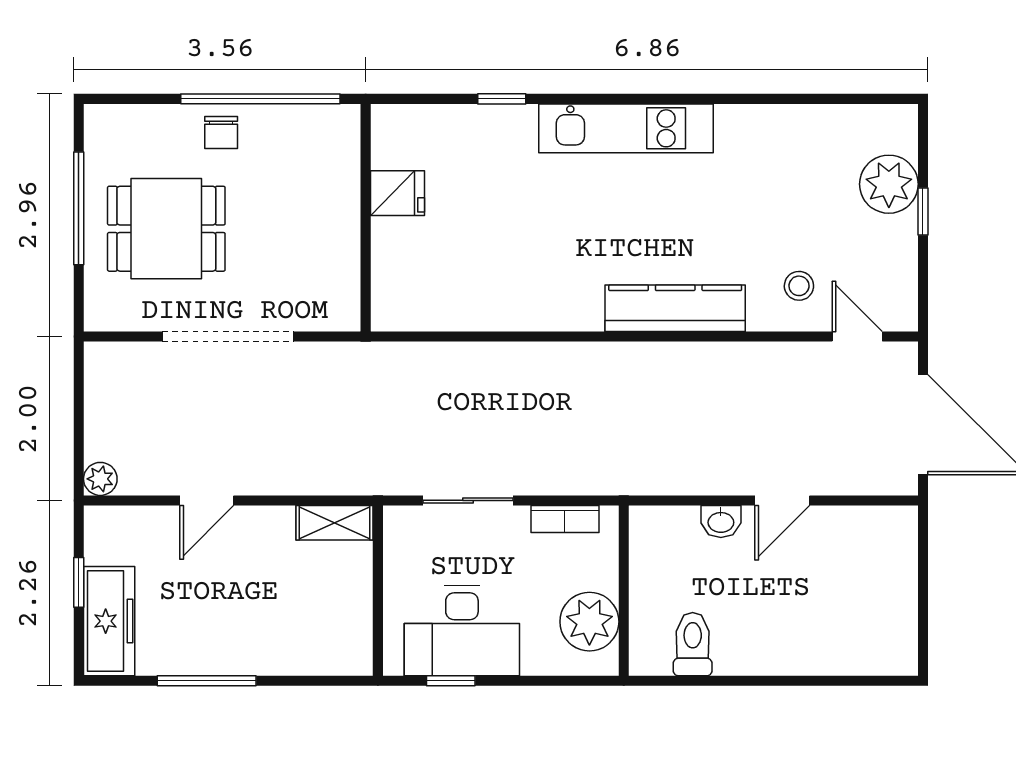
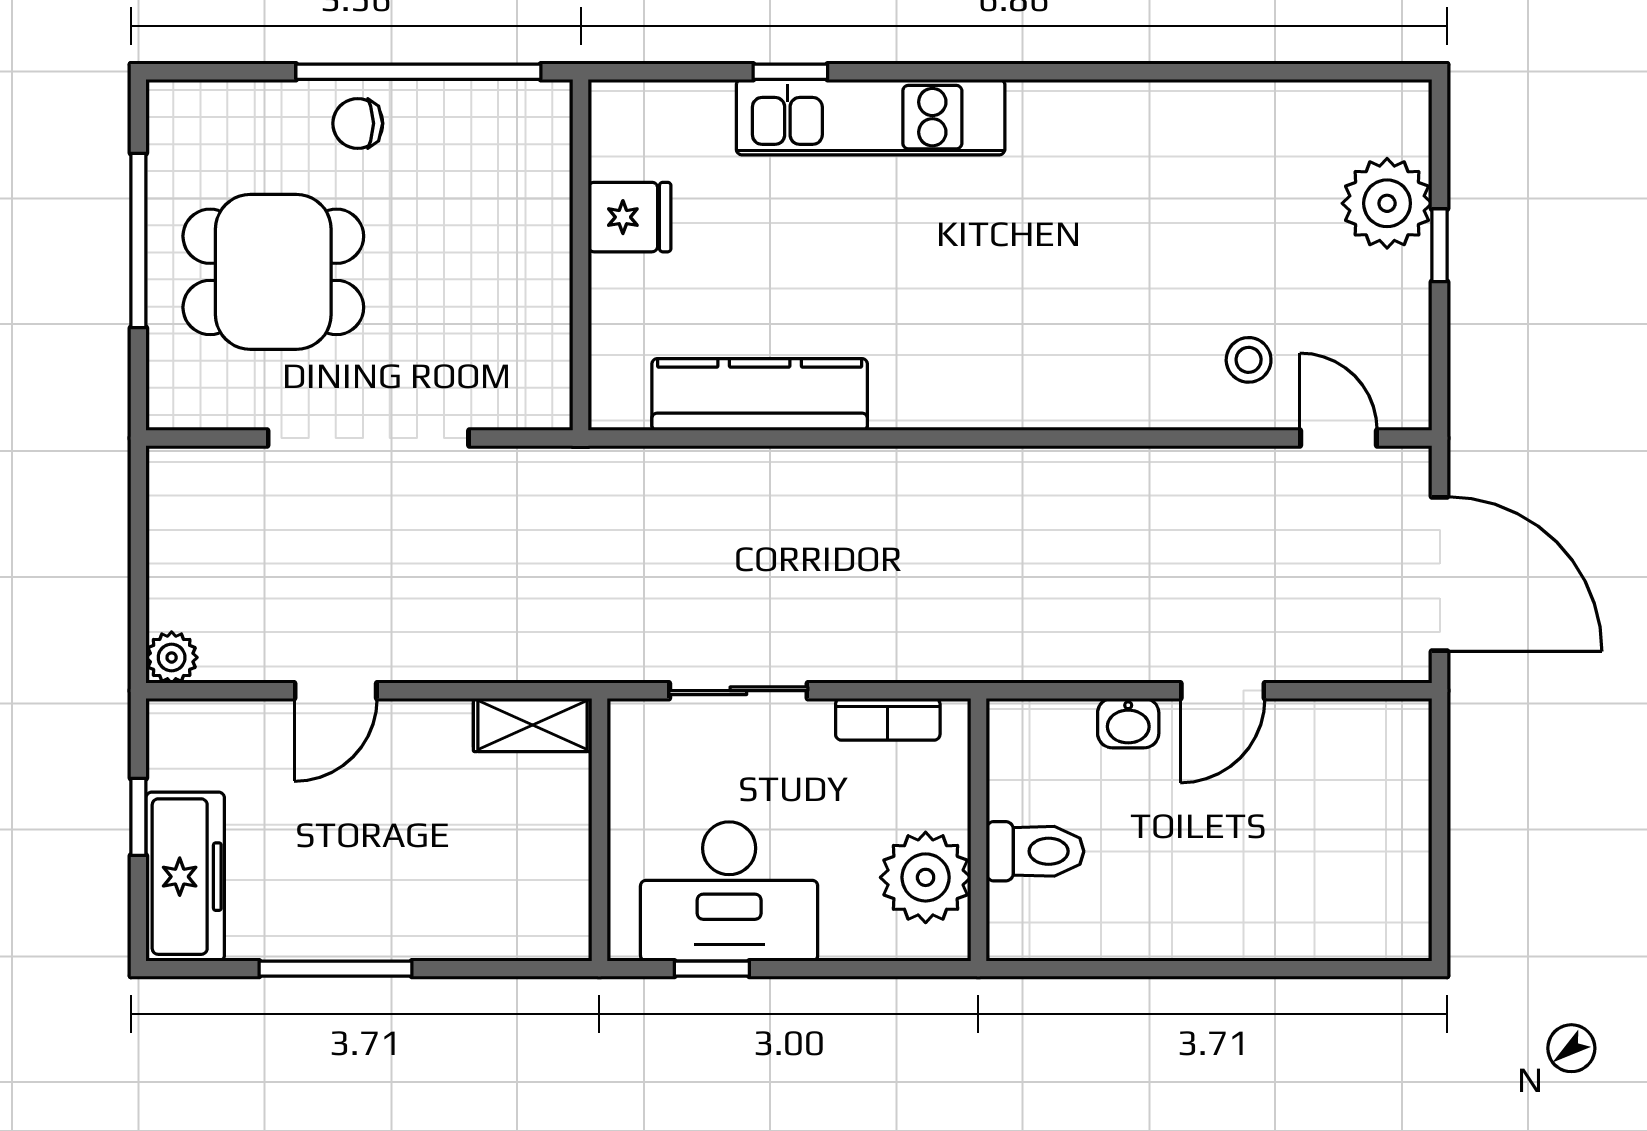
kitchen unit: (626, 128) -> (871, 117), moved
chair: (221, 132) -> (358, 123), turned 90
kitchen counter: (675, 308) -> (760, 395), moved
toilet: (693, 644) -> (1035, 851), moved, turned 90

